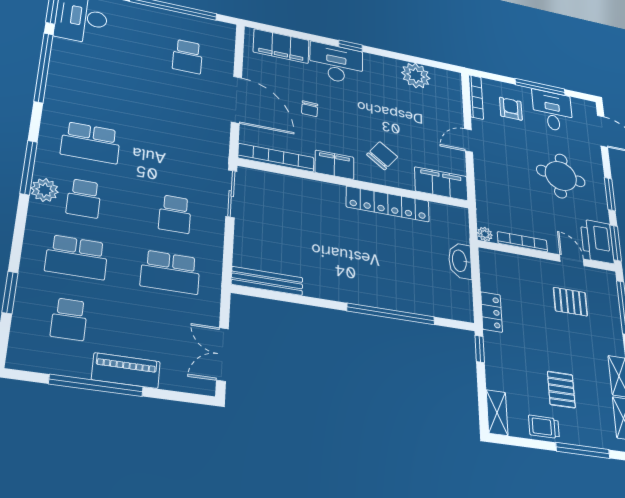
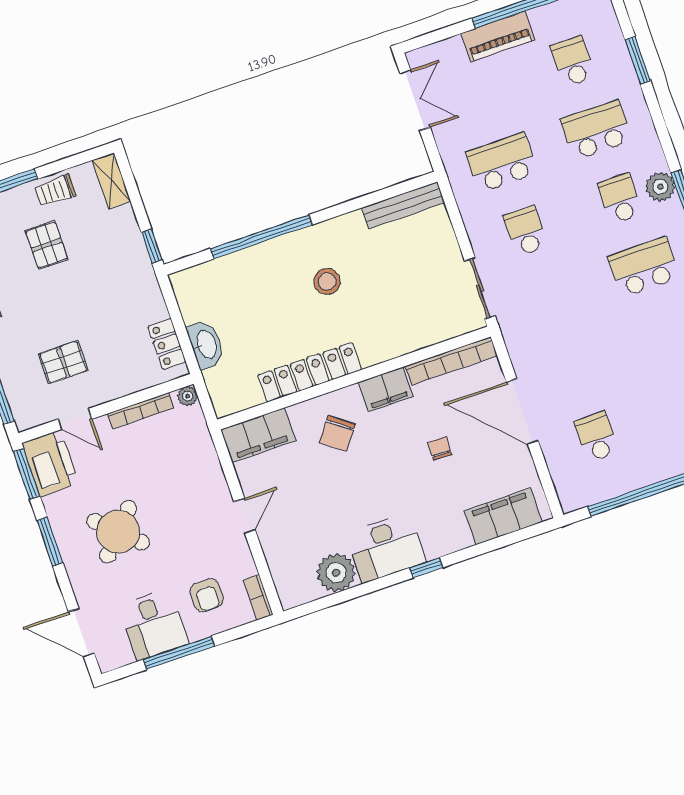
desk: (336, 63) -> (386, 548), moved
bookcase: (476, 97) -> (258, 597), width x0.64
round table: (561, 176) -> (118, 532), turned 37
stool: (351, 257) -> (327, 281), added
locker: (492, 312) -> (167, 344), moved
trolley: (544, 427) -> (55, 191), turned 180

